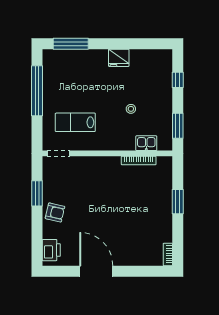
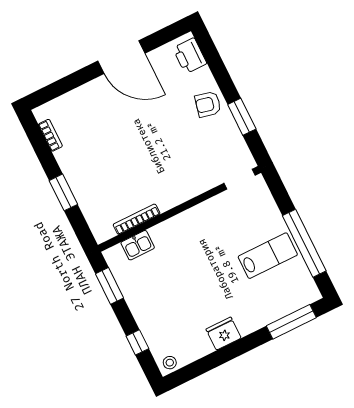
stool: (131, 109) -> (170, 363), moved
lab bench: (75, 122) -> (268, 256), moved
bookcase: (168, 254) -> (50, 135), moved

